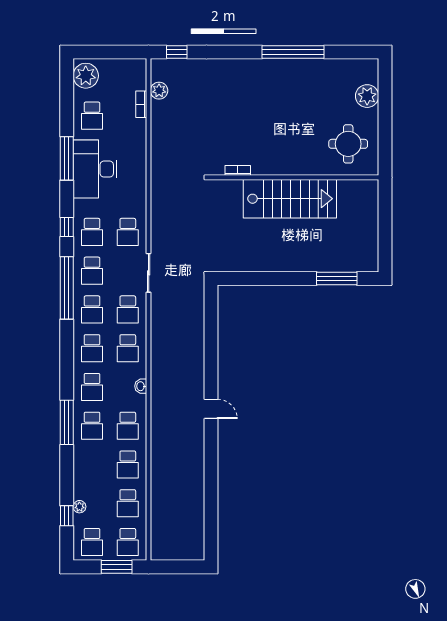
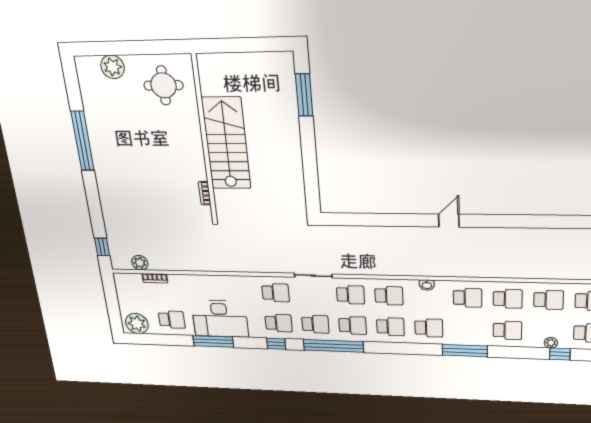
school desk: (92, 426) -> (507, 330), moved

